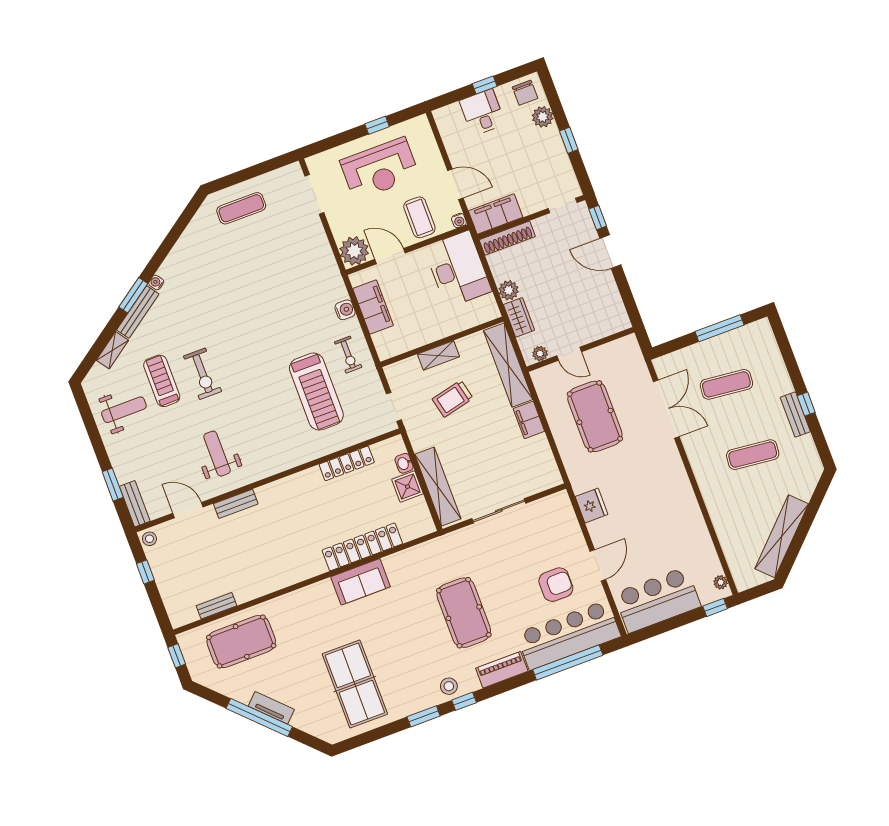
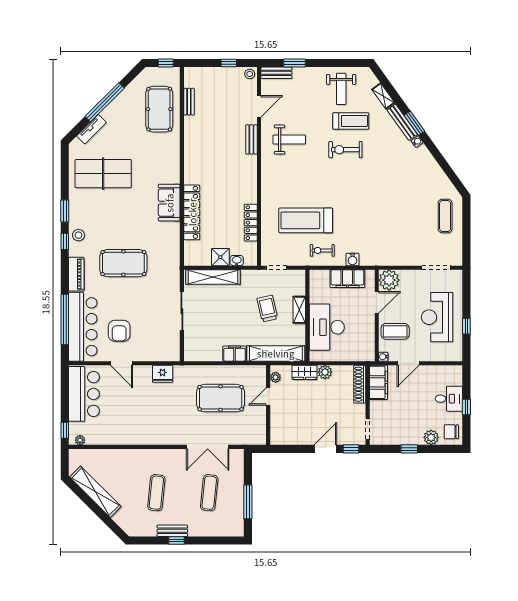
desk: (458, 269) -> (327, 327), moved, turned 90
tv unit: (271, 708) -> (91, 129), moved

